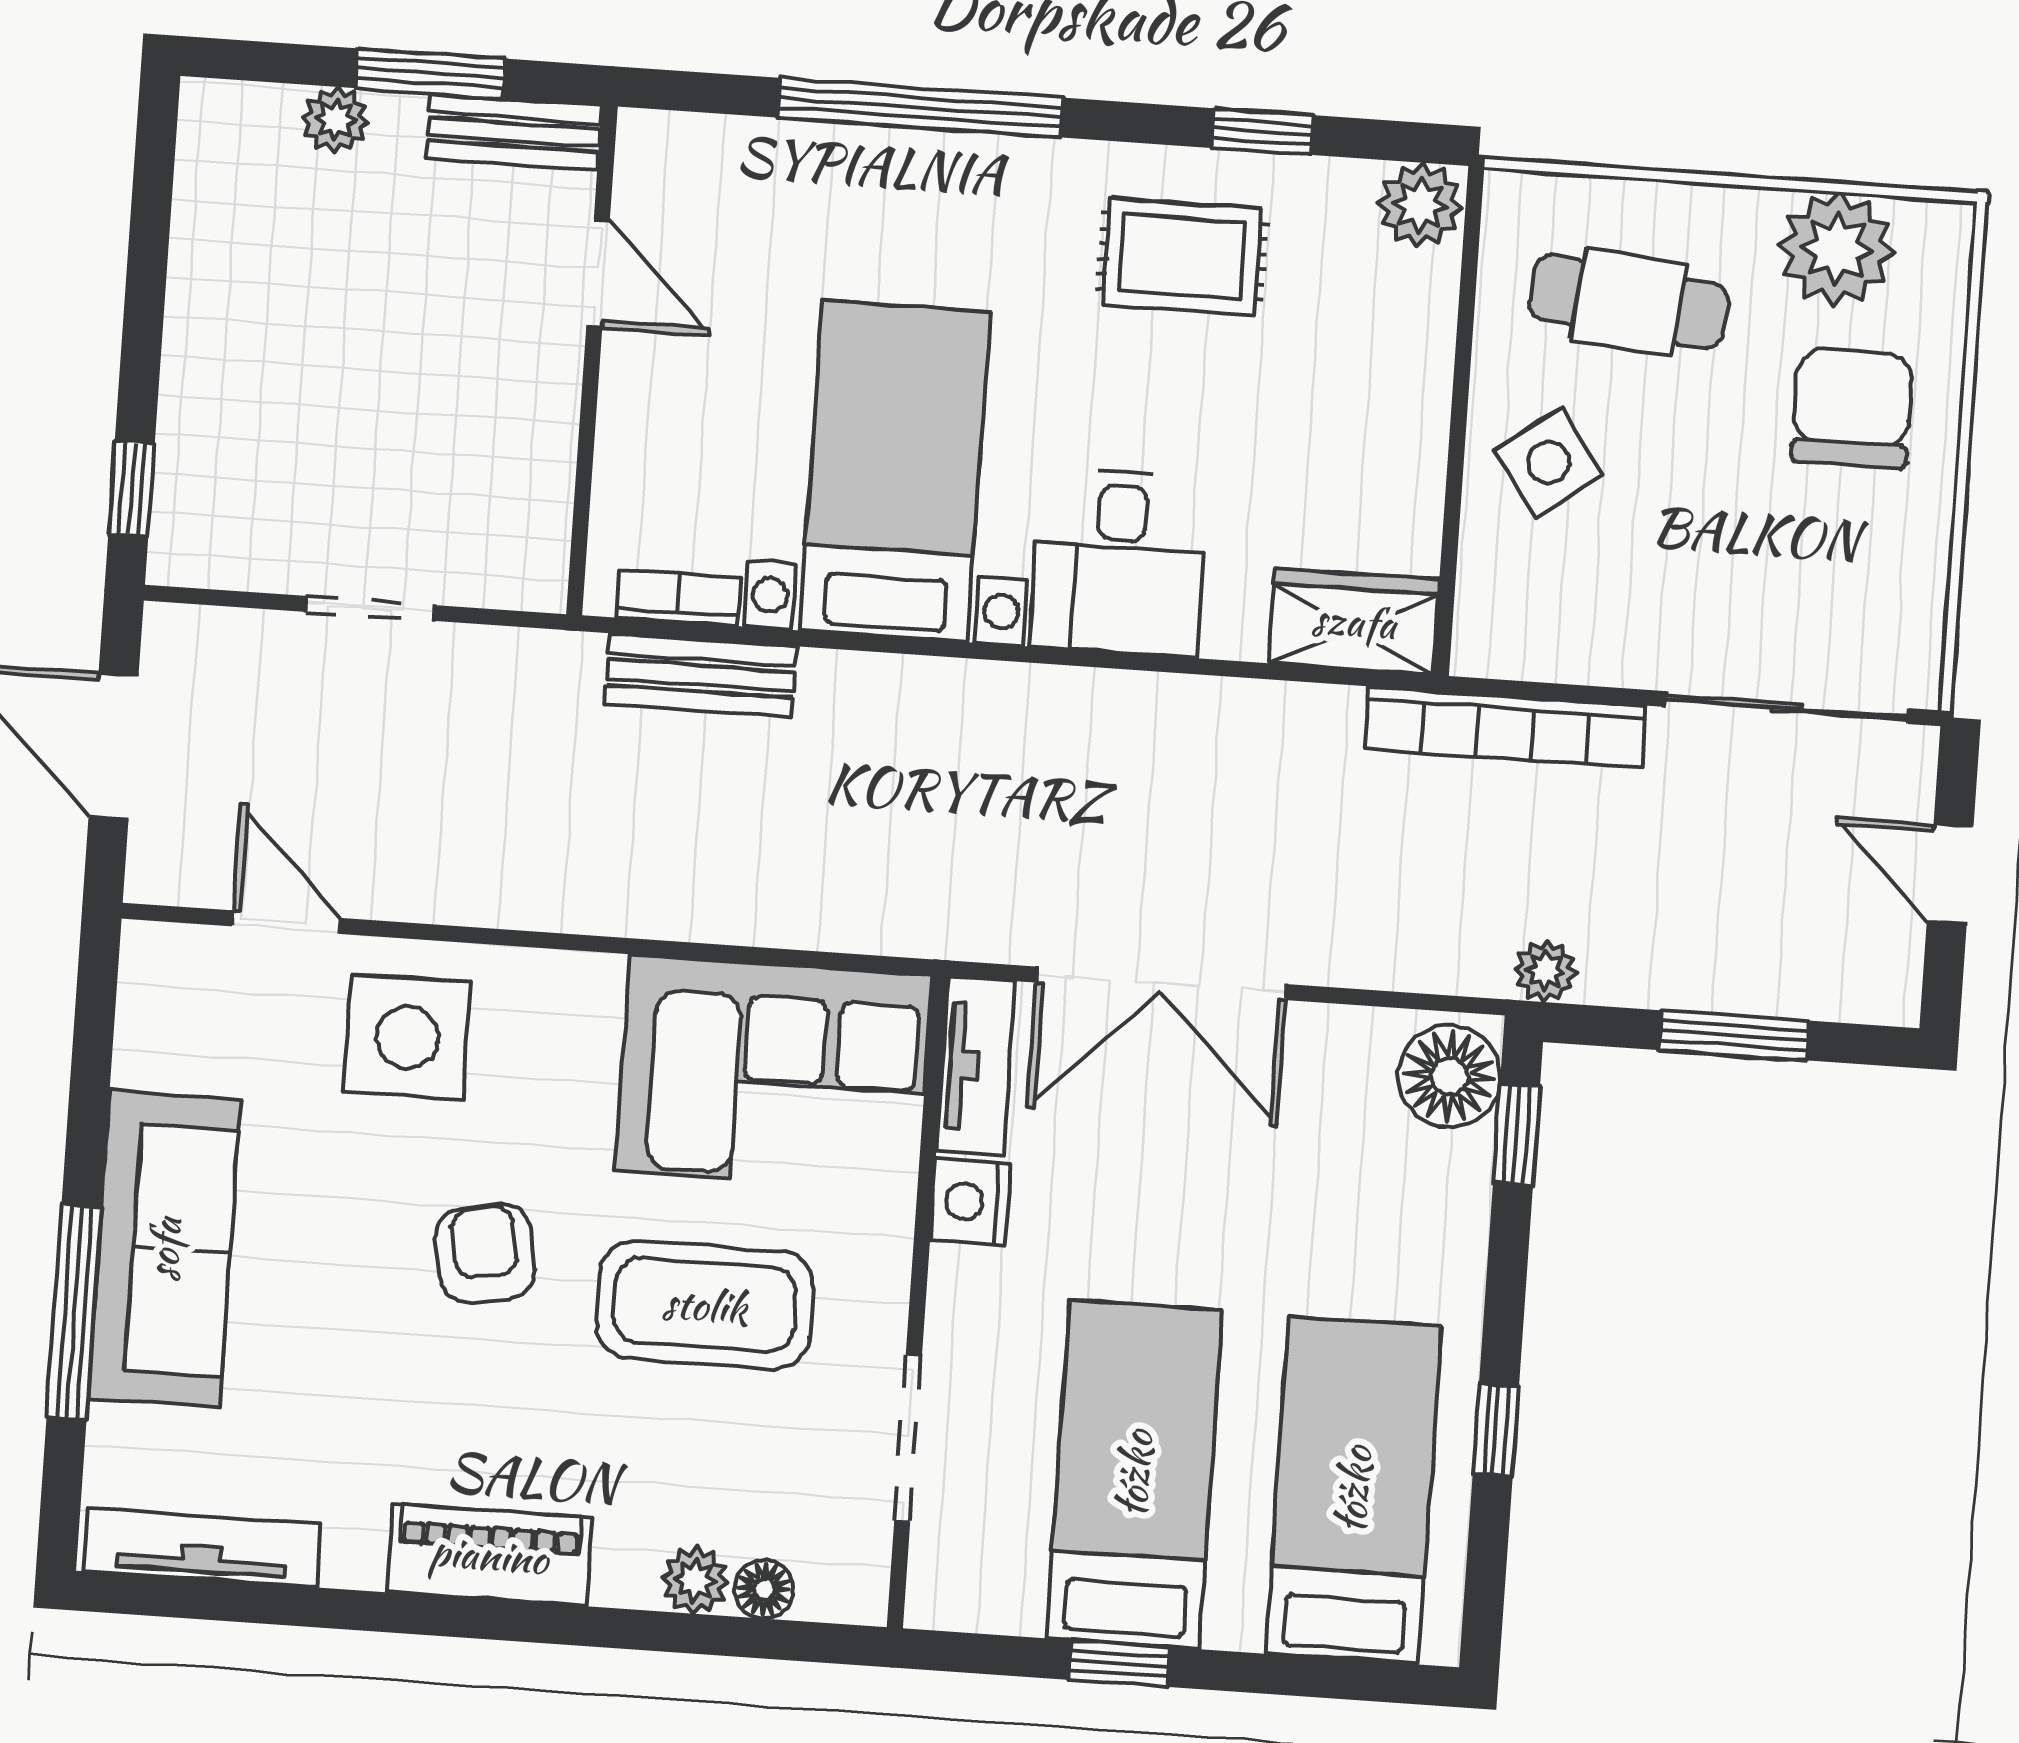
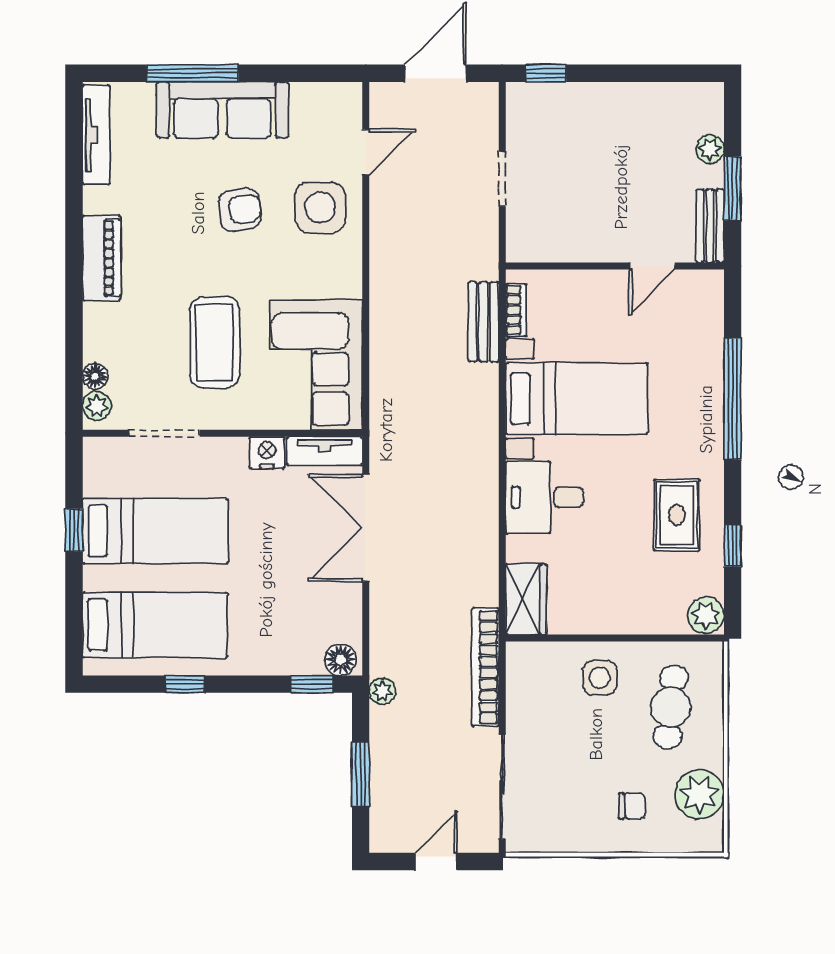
chair: (1852, 408) -> (632, 806), width x0.54, depth x0.54
side table: (1549, 462) -> (600, 678), turned 36
floor lamp: (1449, 1076) -> (341, 660), width x0.73, depth x0.73
armchair: (485, 1253) -> (240, 210), moved
plant: (695, 1580) -> (97, 406), moved

